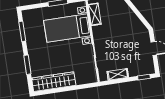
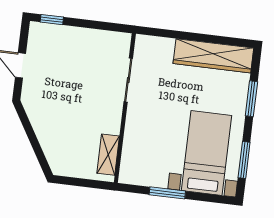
bed with nightstands: (67, 28) -> (207, 153), moved, turned -90
shelving: (118, 74) -> (97, 37), removed

